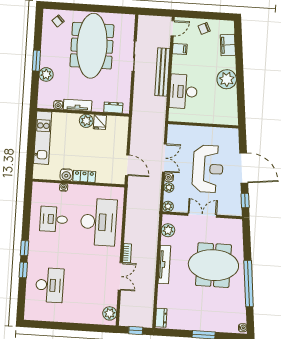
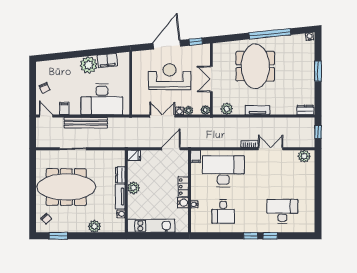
filing cabinet: (228, 45) -> (107, 61), moved
window: (36, 61) -> (58, 236), moved
desk: (183, 91) -> (102, 99), width x1.36, depth x1.30
dresser: (113, 108) -> (120, 175), moved
fridge: (100, 122) -> (134, 155), moved
filing cabinet: (117, 192) -> (196, 156), added
tv unit: (164, 265) -> (257, 110), width x0.71

